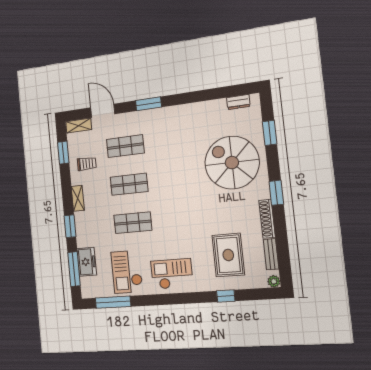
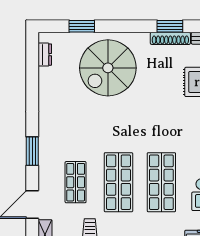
shop shelf: (129, 184) -> (118, 182), width x1.43, depth x1.36
window: (276, 193) -> (170, 26), moved
shop shelf: (133, 223) -> (161, 182), width x1.43, depth x1.36

